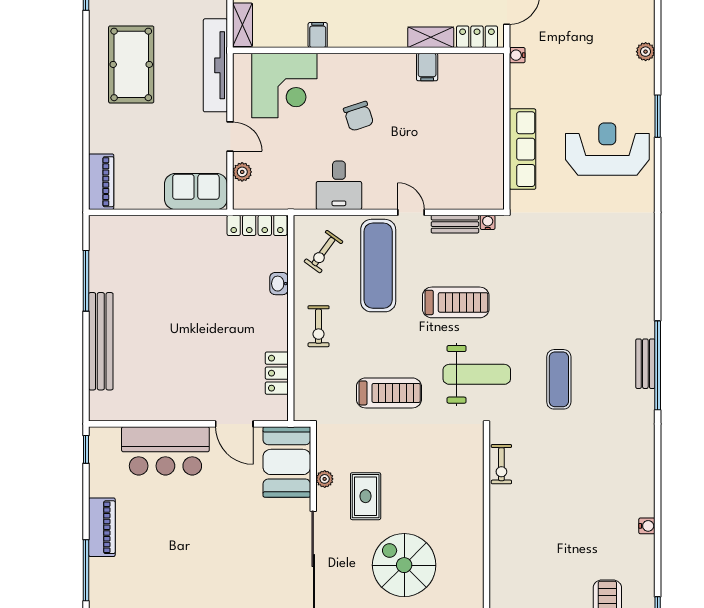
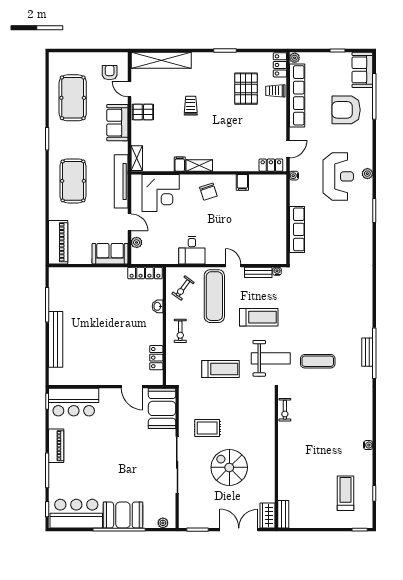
shelving: (431, 37) -> (199, 165), moved
chair: (358, 116) -> (208, 192), moved
reception desk: (607, 149) -> (338, 176), moved, turned 90
piano: (101, 182) -> (58, 242), width x1.37, depth x1.33
exercise mat: (559, 379) -> (318, 361), turned 90
bar counter: (165, 451) -> (74, 402), moved
plant: (325, 479) -> (184, 418), removed
rug: (366, 496) -> (207, 428), turned 90

